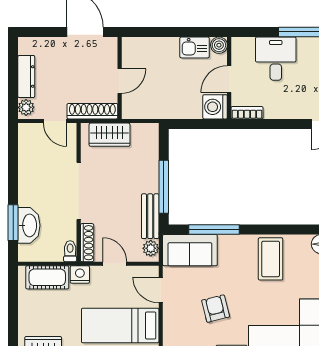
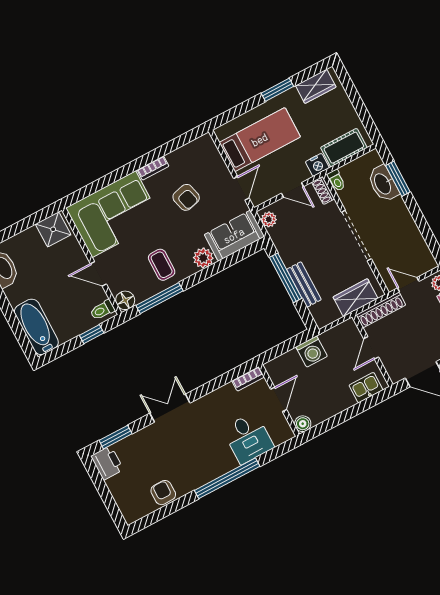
kitchen sink: (195, 47) -> (366, 388), moved
washing machine: (215, 107) -> (312, 352), moved, turned 90
bench: (150, 216) -> (304, 284), moved
window: (214, 230) -> (159, 298), moved
shoe rack: (87, 243) -> (323, 190), width x0.70
plant: (229, 245) -> (203, 258), added
coffee table: (271, 259) -> (162, 265), width x0.73, depth x0.77
door: (161, 290) -> (241, 188), hinge flipped

